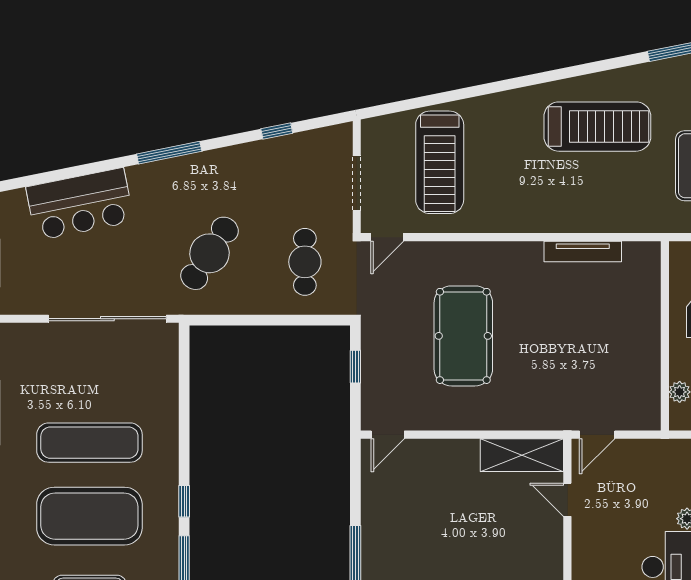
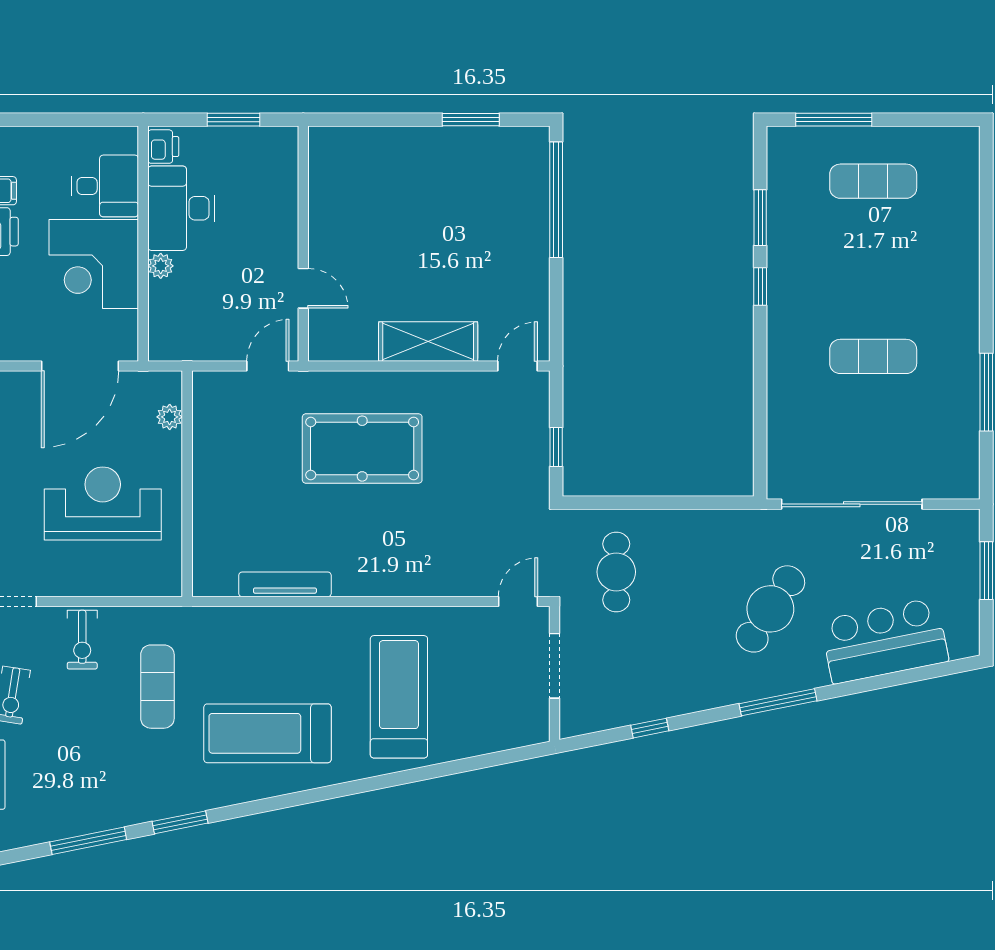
treadmill: (440, 162) -> (399, 697), moved
cafe table: (210, 253) -> (770, 609), moved
pool table: (463, 336) -> (362, 449), moved, turned 90
exercise mat: (89, 443) -> (873, 356), width x0.73, depth x0.69
shelving: (522, 455) -> (428, 342), moved
exercise mat: (89, 516) -> (873, 269), removed

